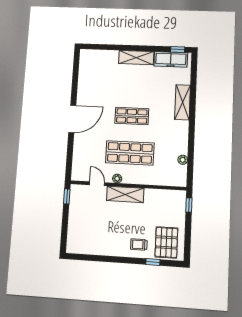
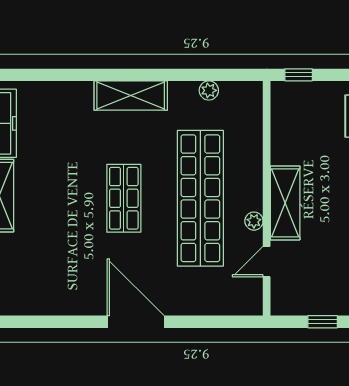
shelving: (182, 102) -> (131, 96), moved
shop shelf: (130, 153) -> (200, 198), width x1.40
window: (67, 196) -> (323, 322), moved

